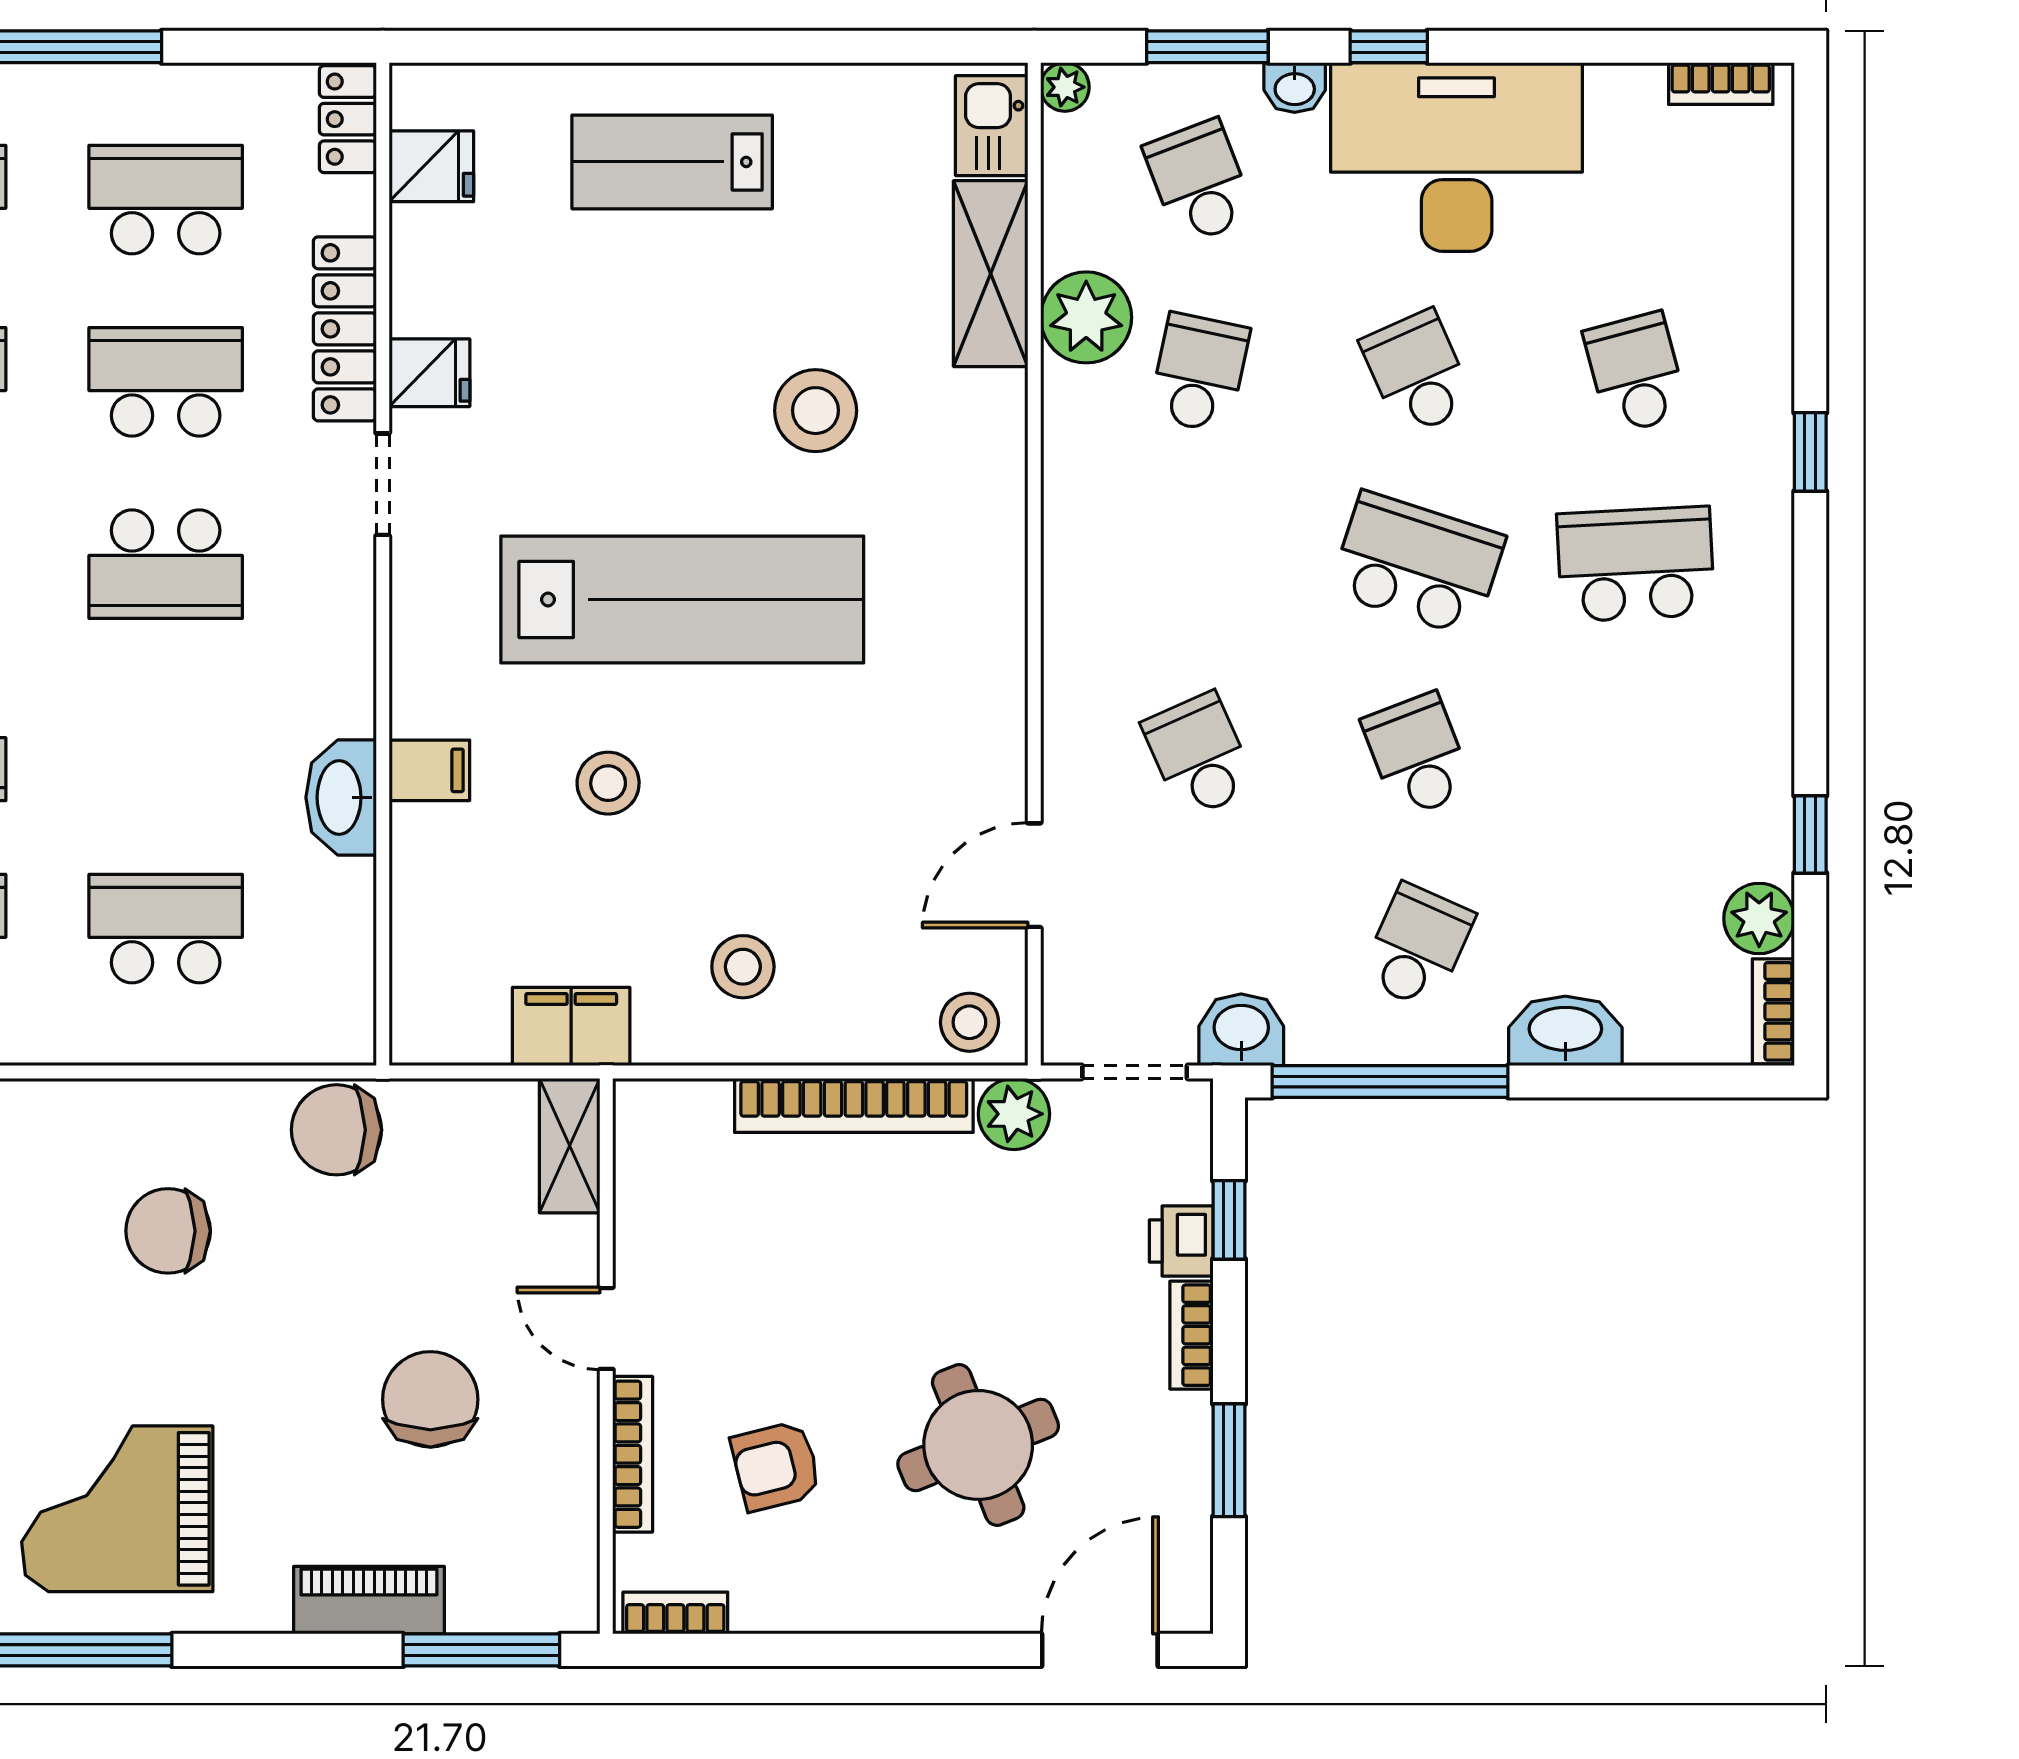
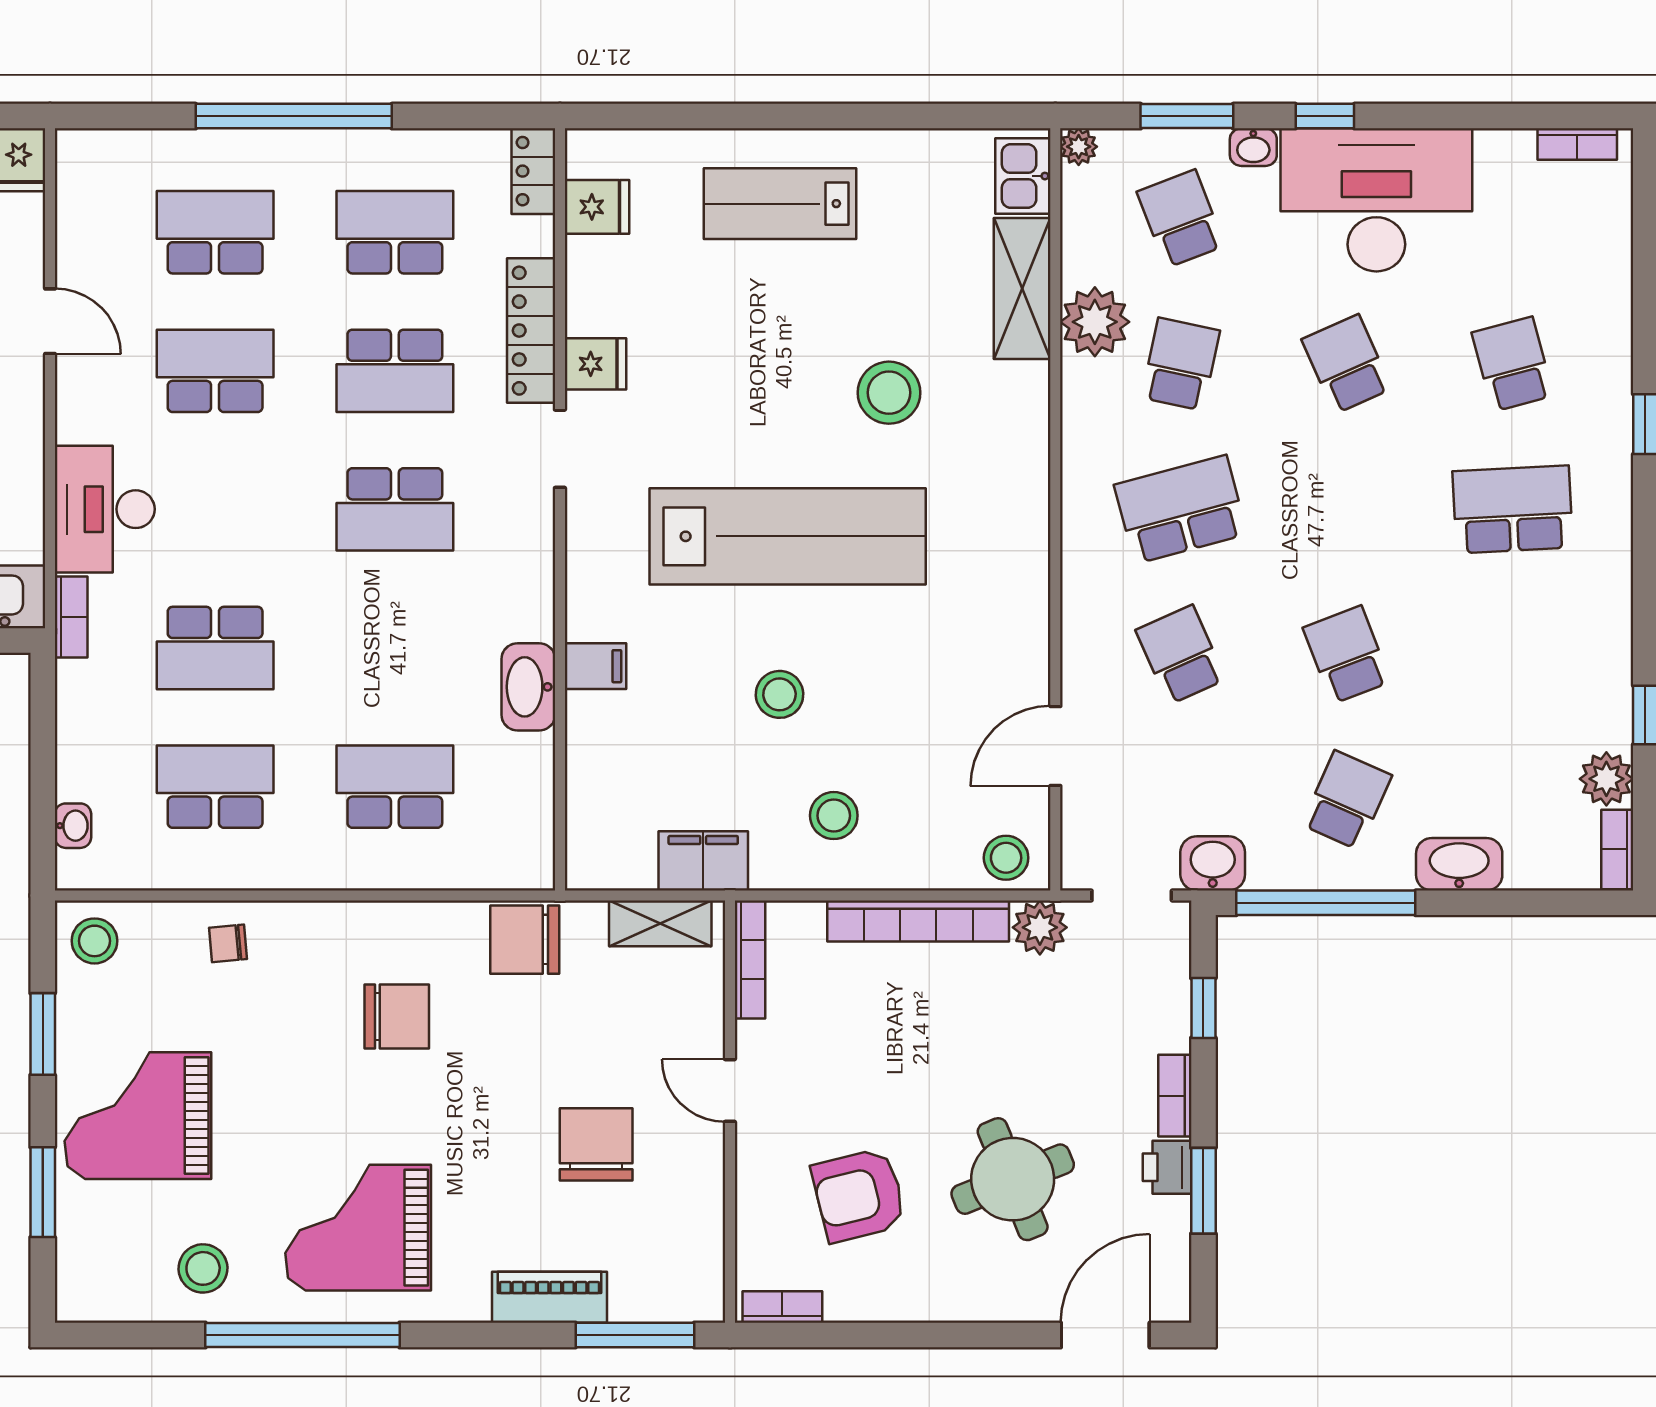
school desk: (166, 382) -> (395, 371), turned 180
school desk: (1417, 564) -> (1181, 509), moved, turned -33
stool: (608, 783) -> (779, 694), moved
shelving: (570, 1146) -> (660, 923), moved, turned 90
chair: (168, 1231) -> (397, 1016), turned 180
printer: (1181, 1241) -> (1167, 1167), moved
bookcase: (633, 1454) -> (750, 960), moved
armchair: (776, 1466) -> (859, 1195), width x1.38, depth x1.38

